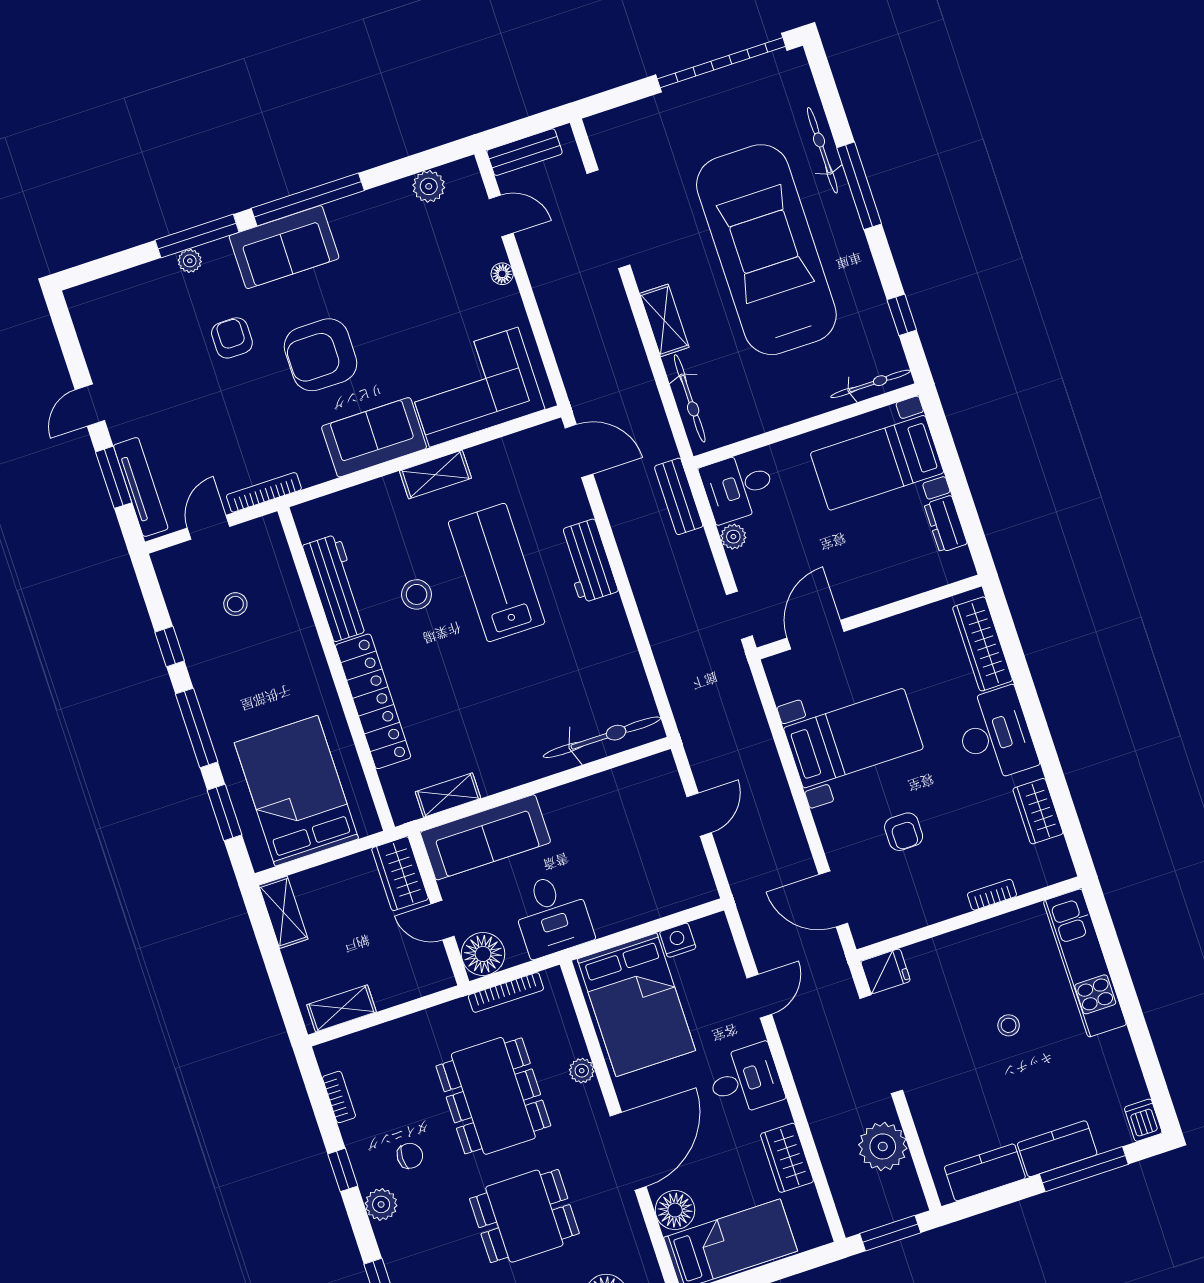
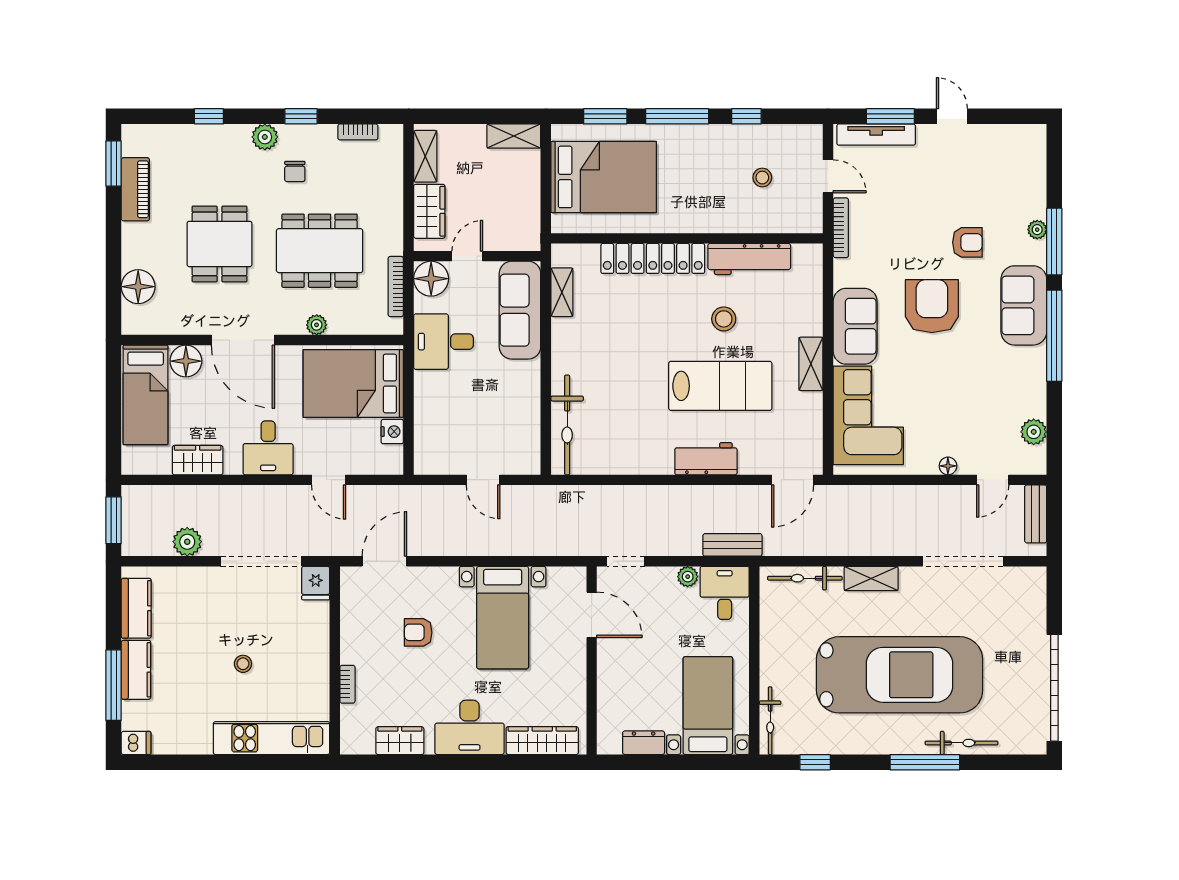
wardrobe: (400, 874) -> (429, 211), moved, turned 90
plant: (883, 1146) -> (187, 542), width x0.73, depth x0.73

